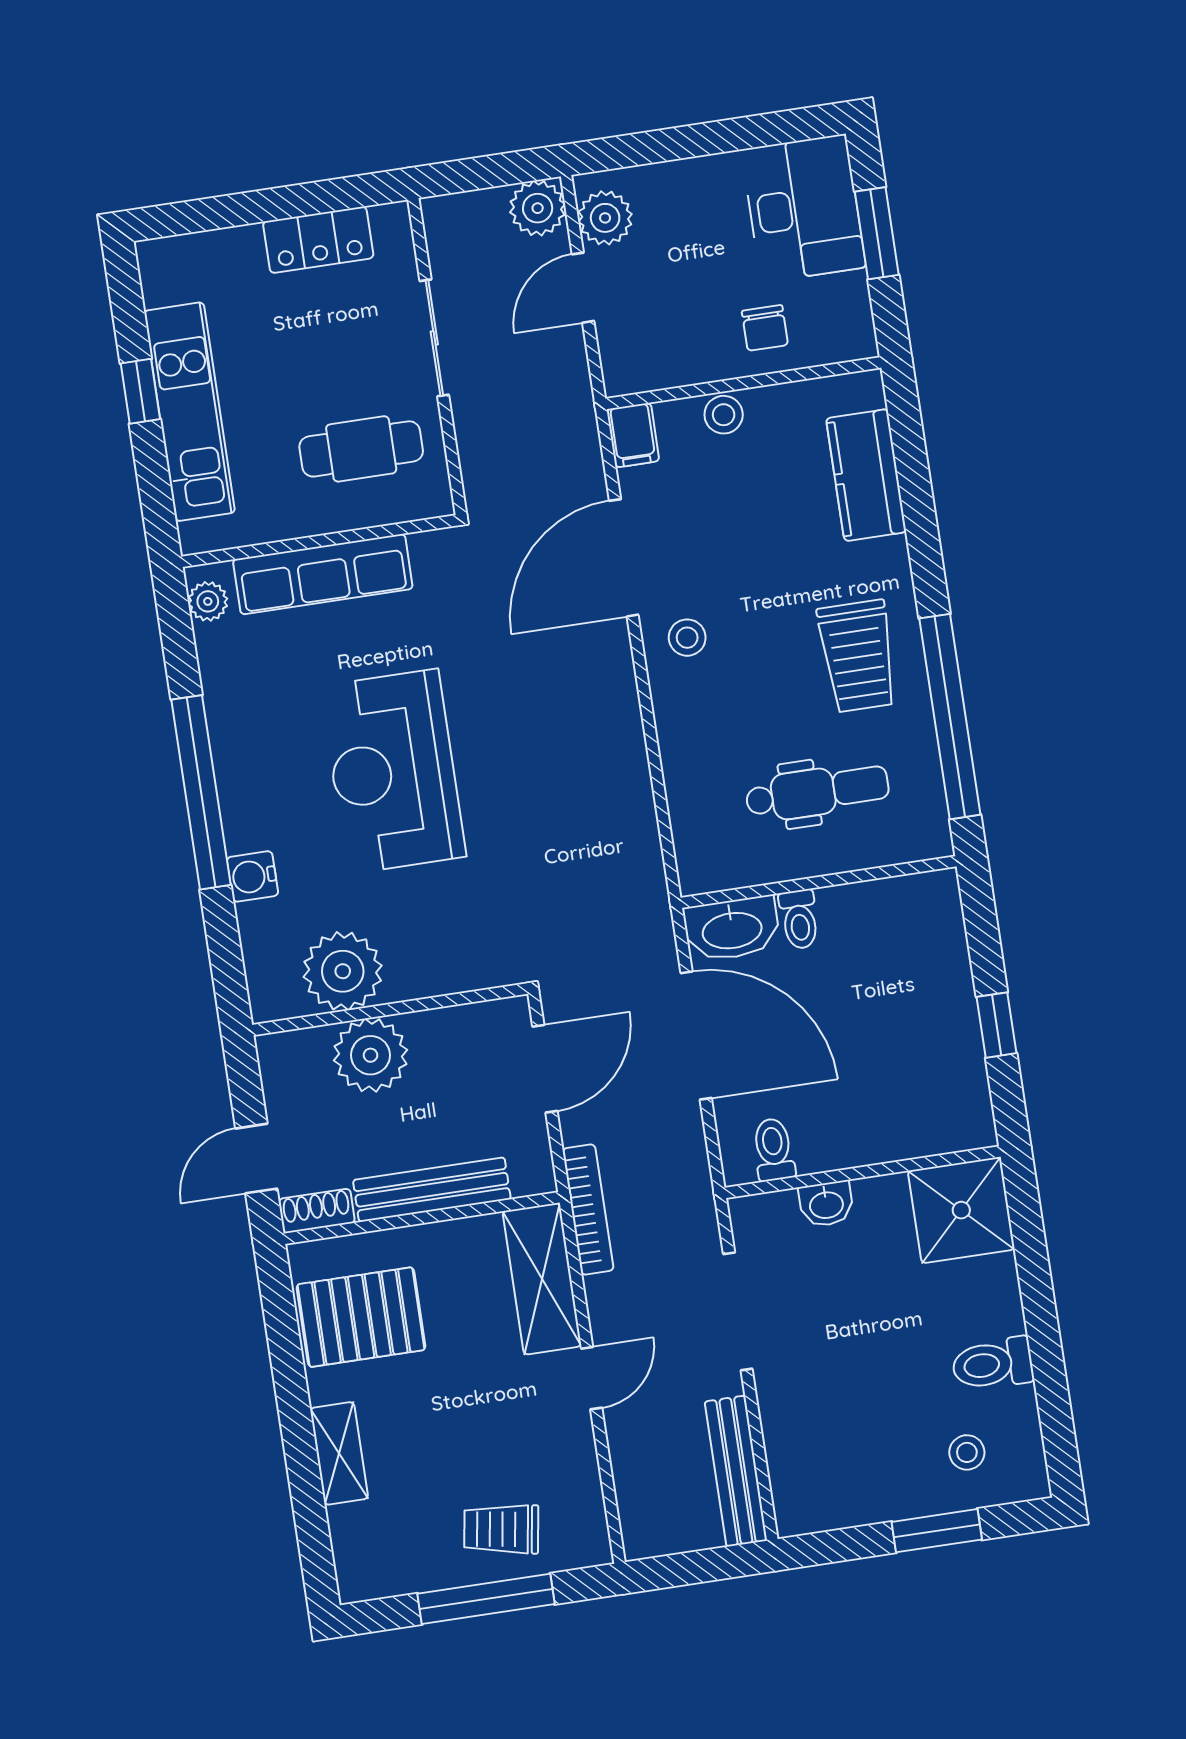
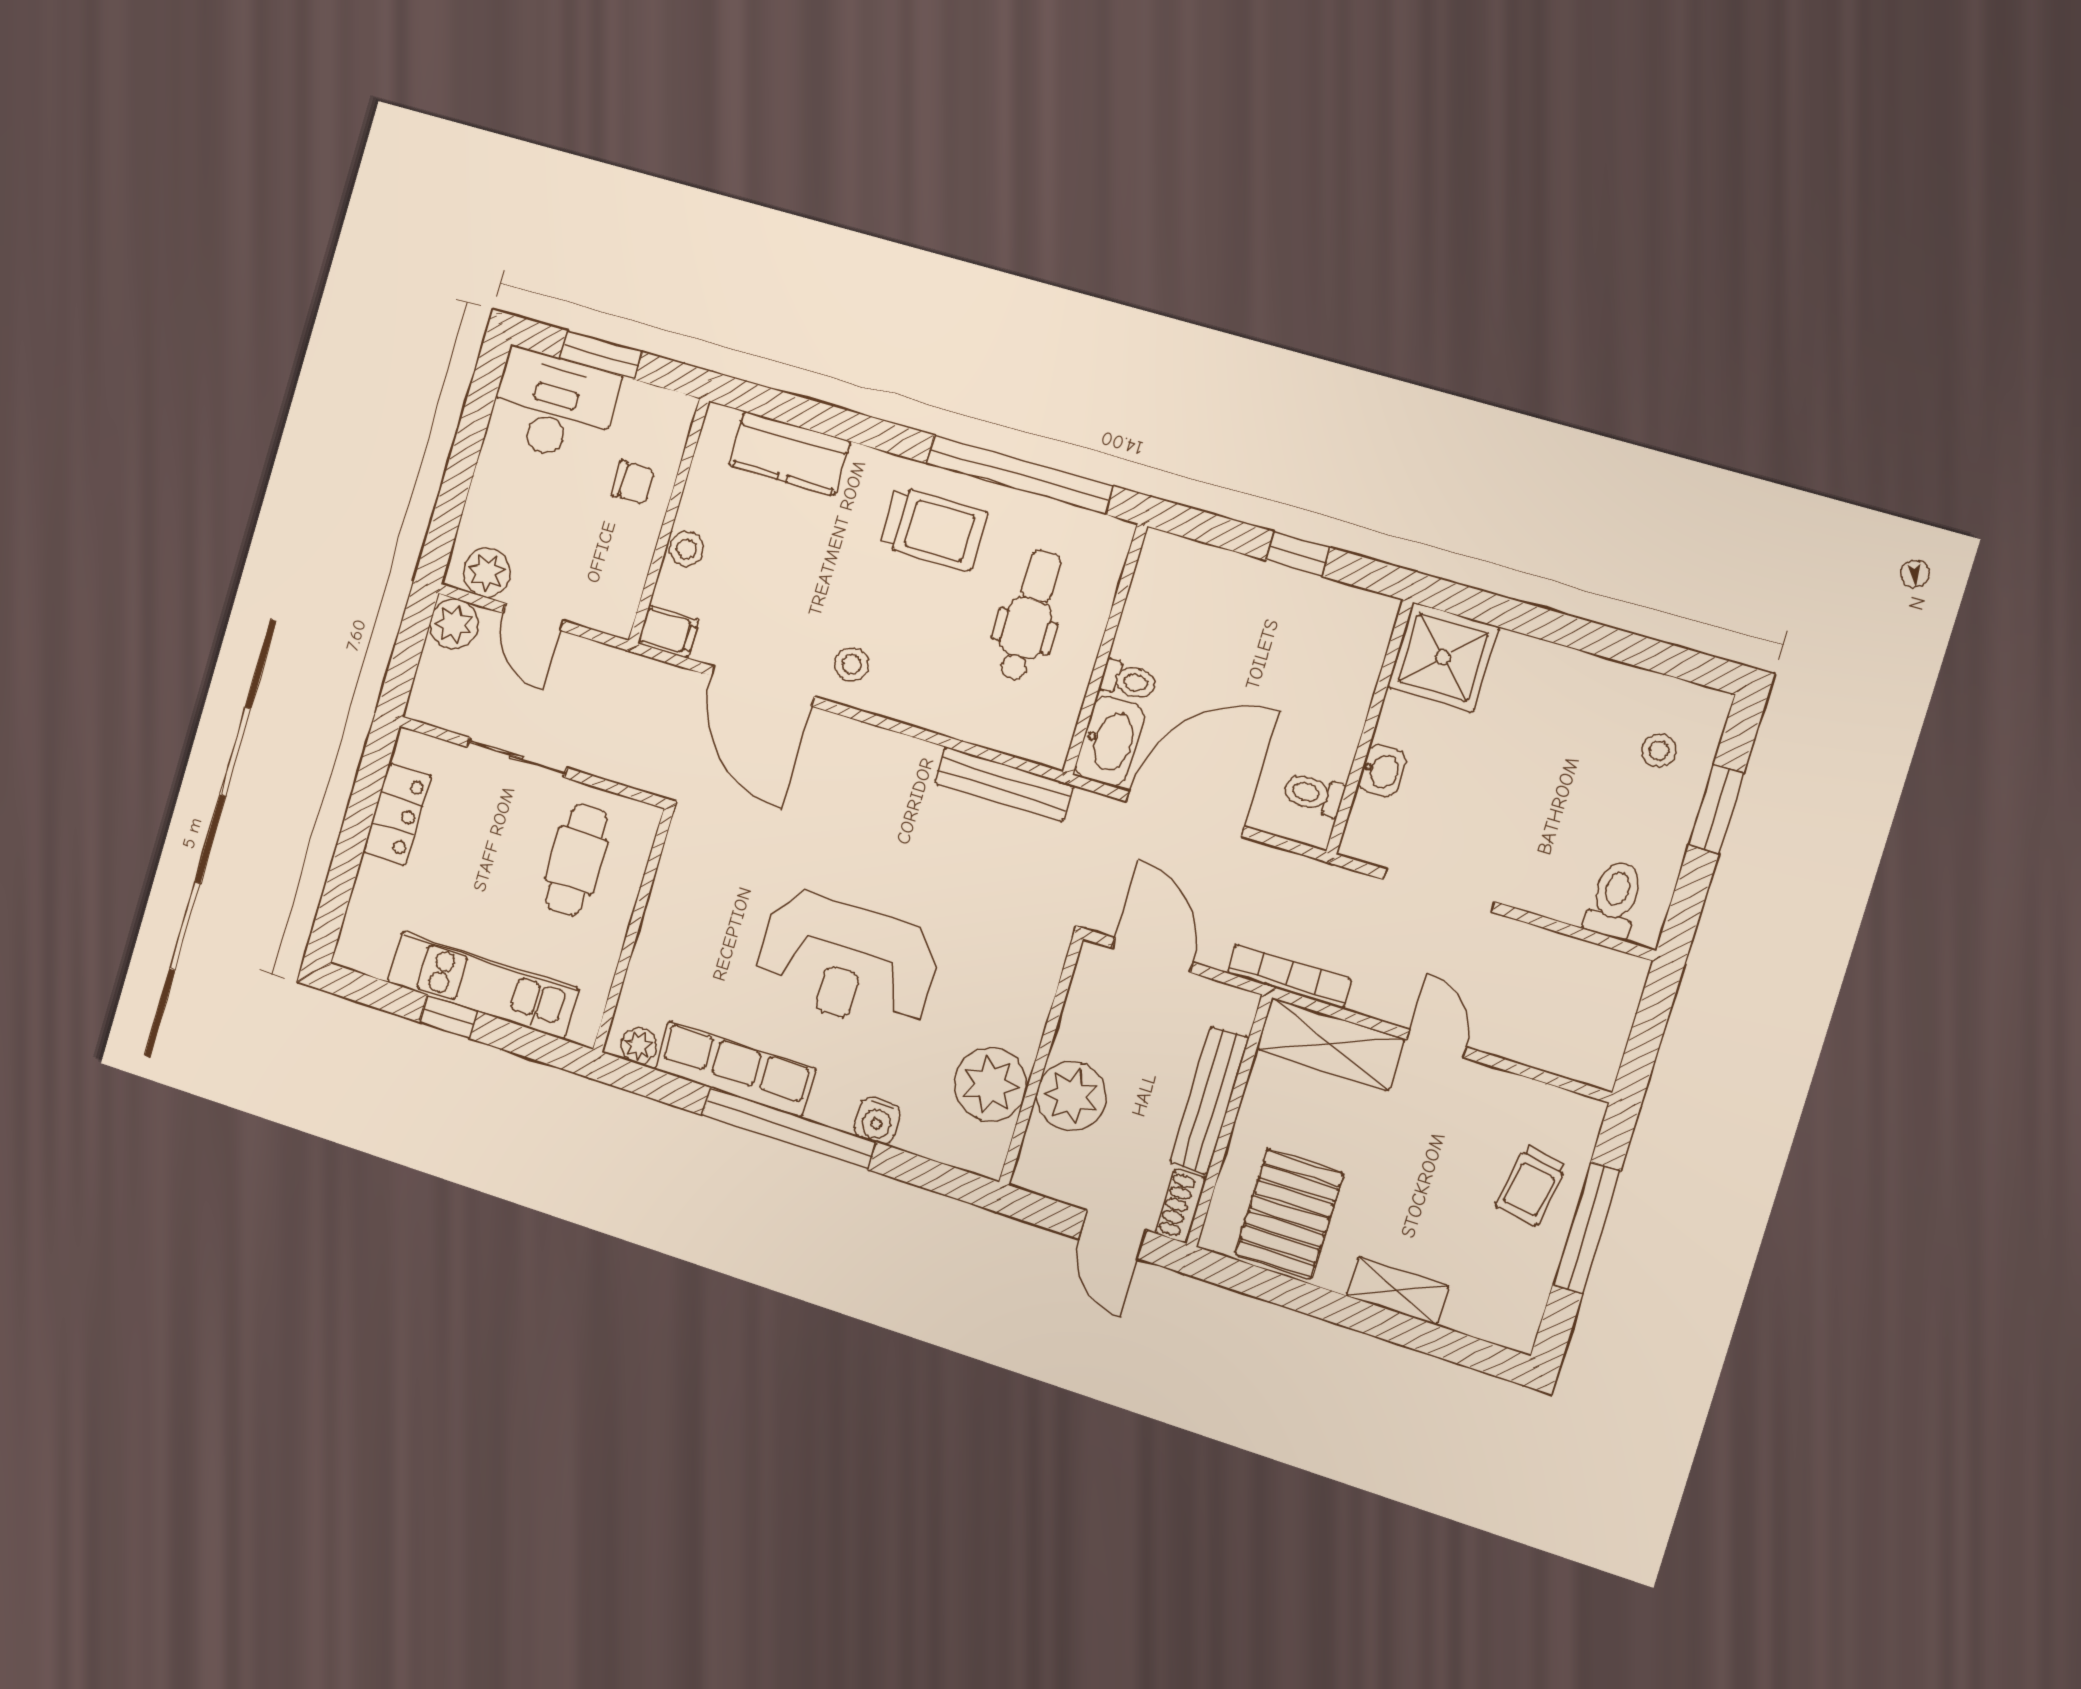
row of seats: (323, 574) -> (735, 1069), moved, turned -90
toilet: (993, 1364) -> (1614, 899), moved, turned 180
bench: (736, 1471) -> (1004, 784), moved

